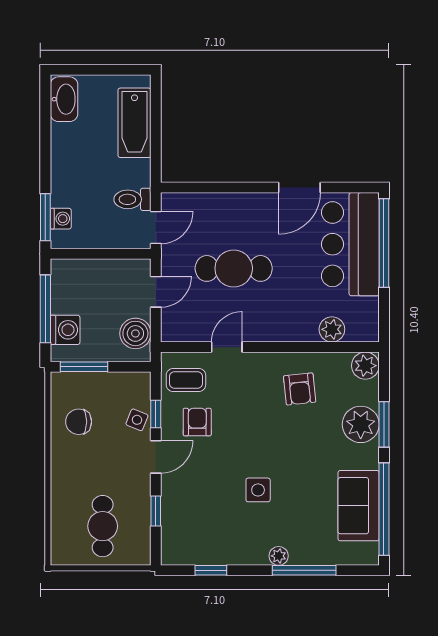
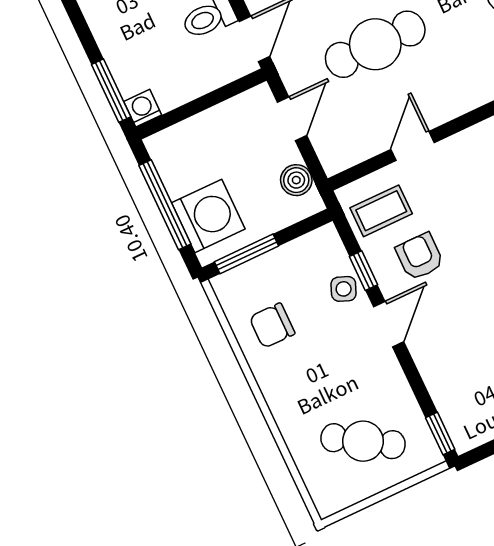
washing machine: (61, 219) -> (143, 108), moved, turned -90
washing machine: (65, 330) -> (208, 216), width x1.37, depth x1.37
boiler: (135, 333) -> (296, 180), width x0.73, depth x0.73
window: (156, 511) -> (440, 434), moved
cafe table: (103, 526) -> (363, 441), turned -58

